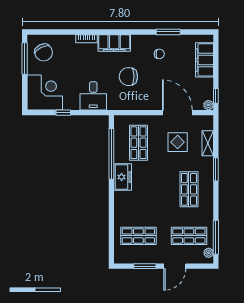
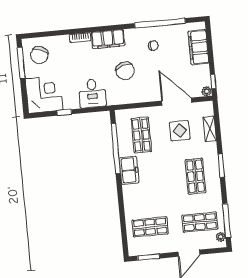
window: (168, 32) -> (160, 23), width x2.11
chair: (44, 52) -> (39, 55), turned 48
chair: (128, 77) -> (125, 71), turned -108
window: (216, 169) -> (221, 166), moved
window: (145, 266) -> (149, 257), moved

